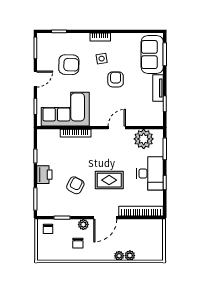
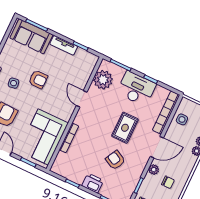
armchair: (116, 79) -> (38, 79), turned 180
door: (105, 218) -> (157, 147), hinge flipped
side table: (142, 229) -> (182, 119), added

